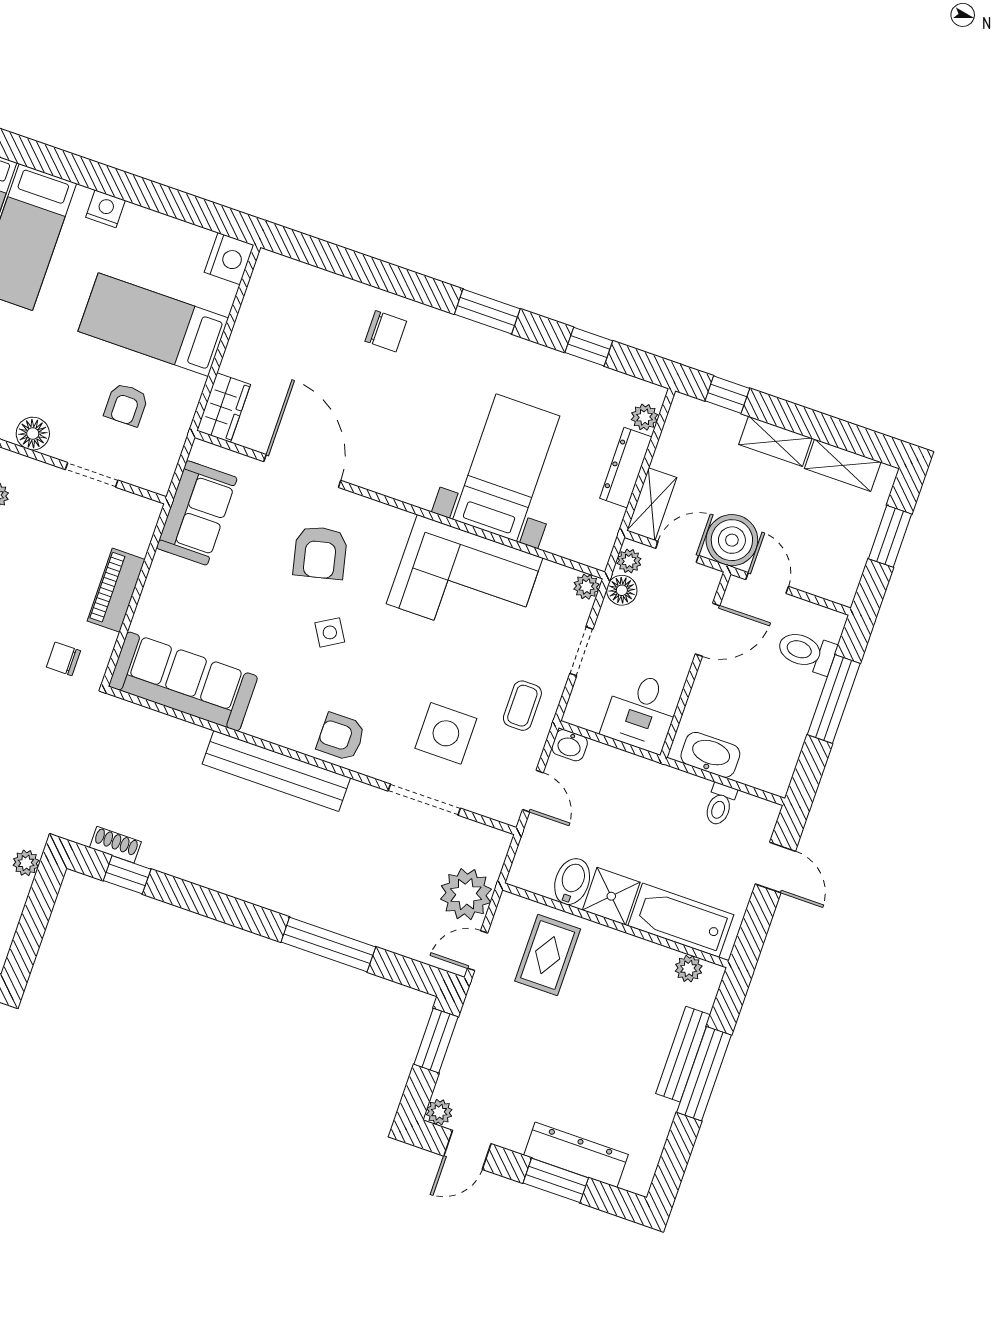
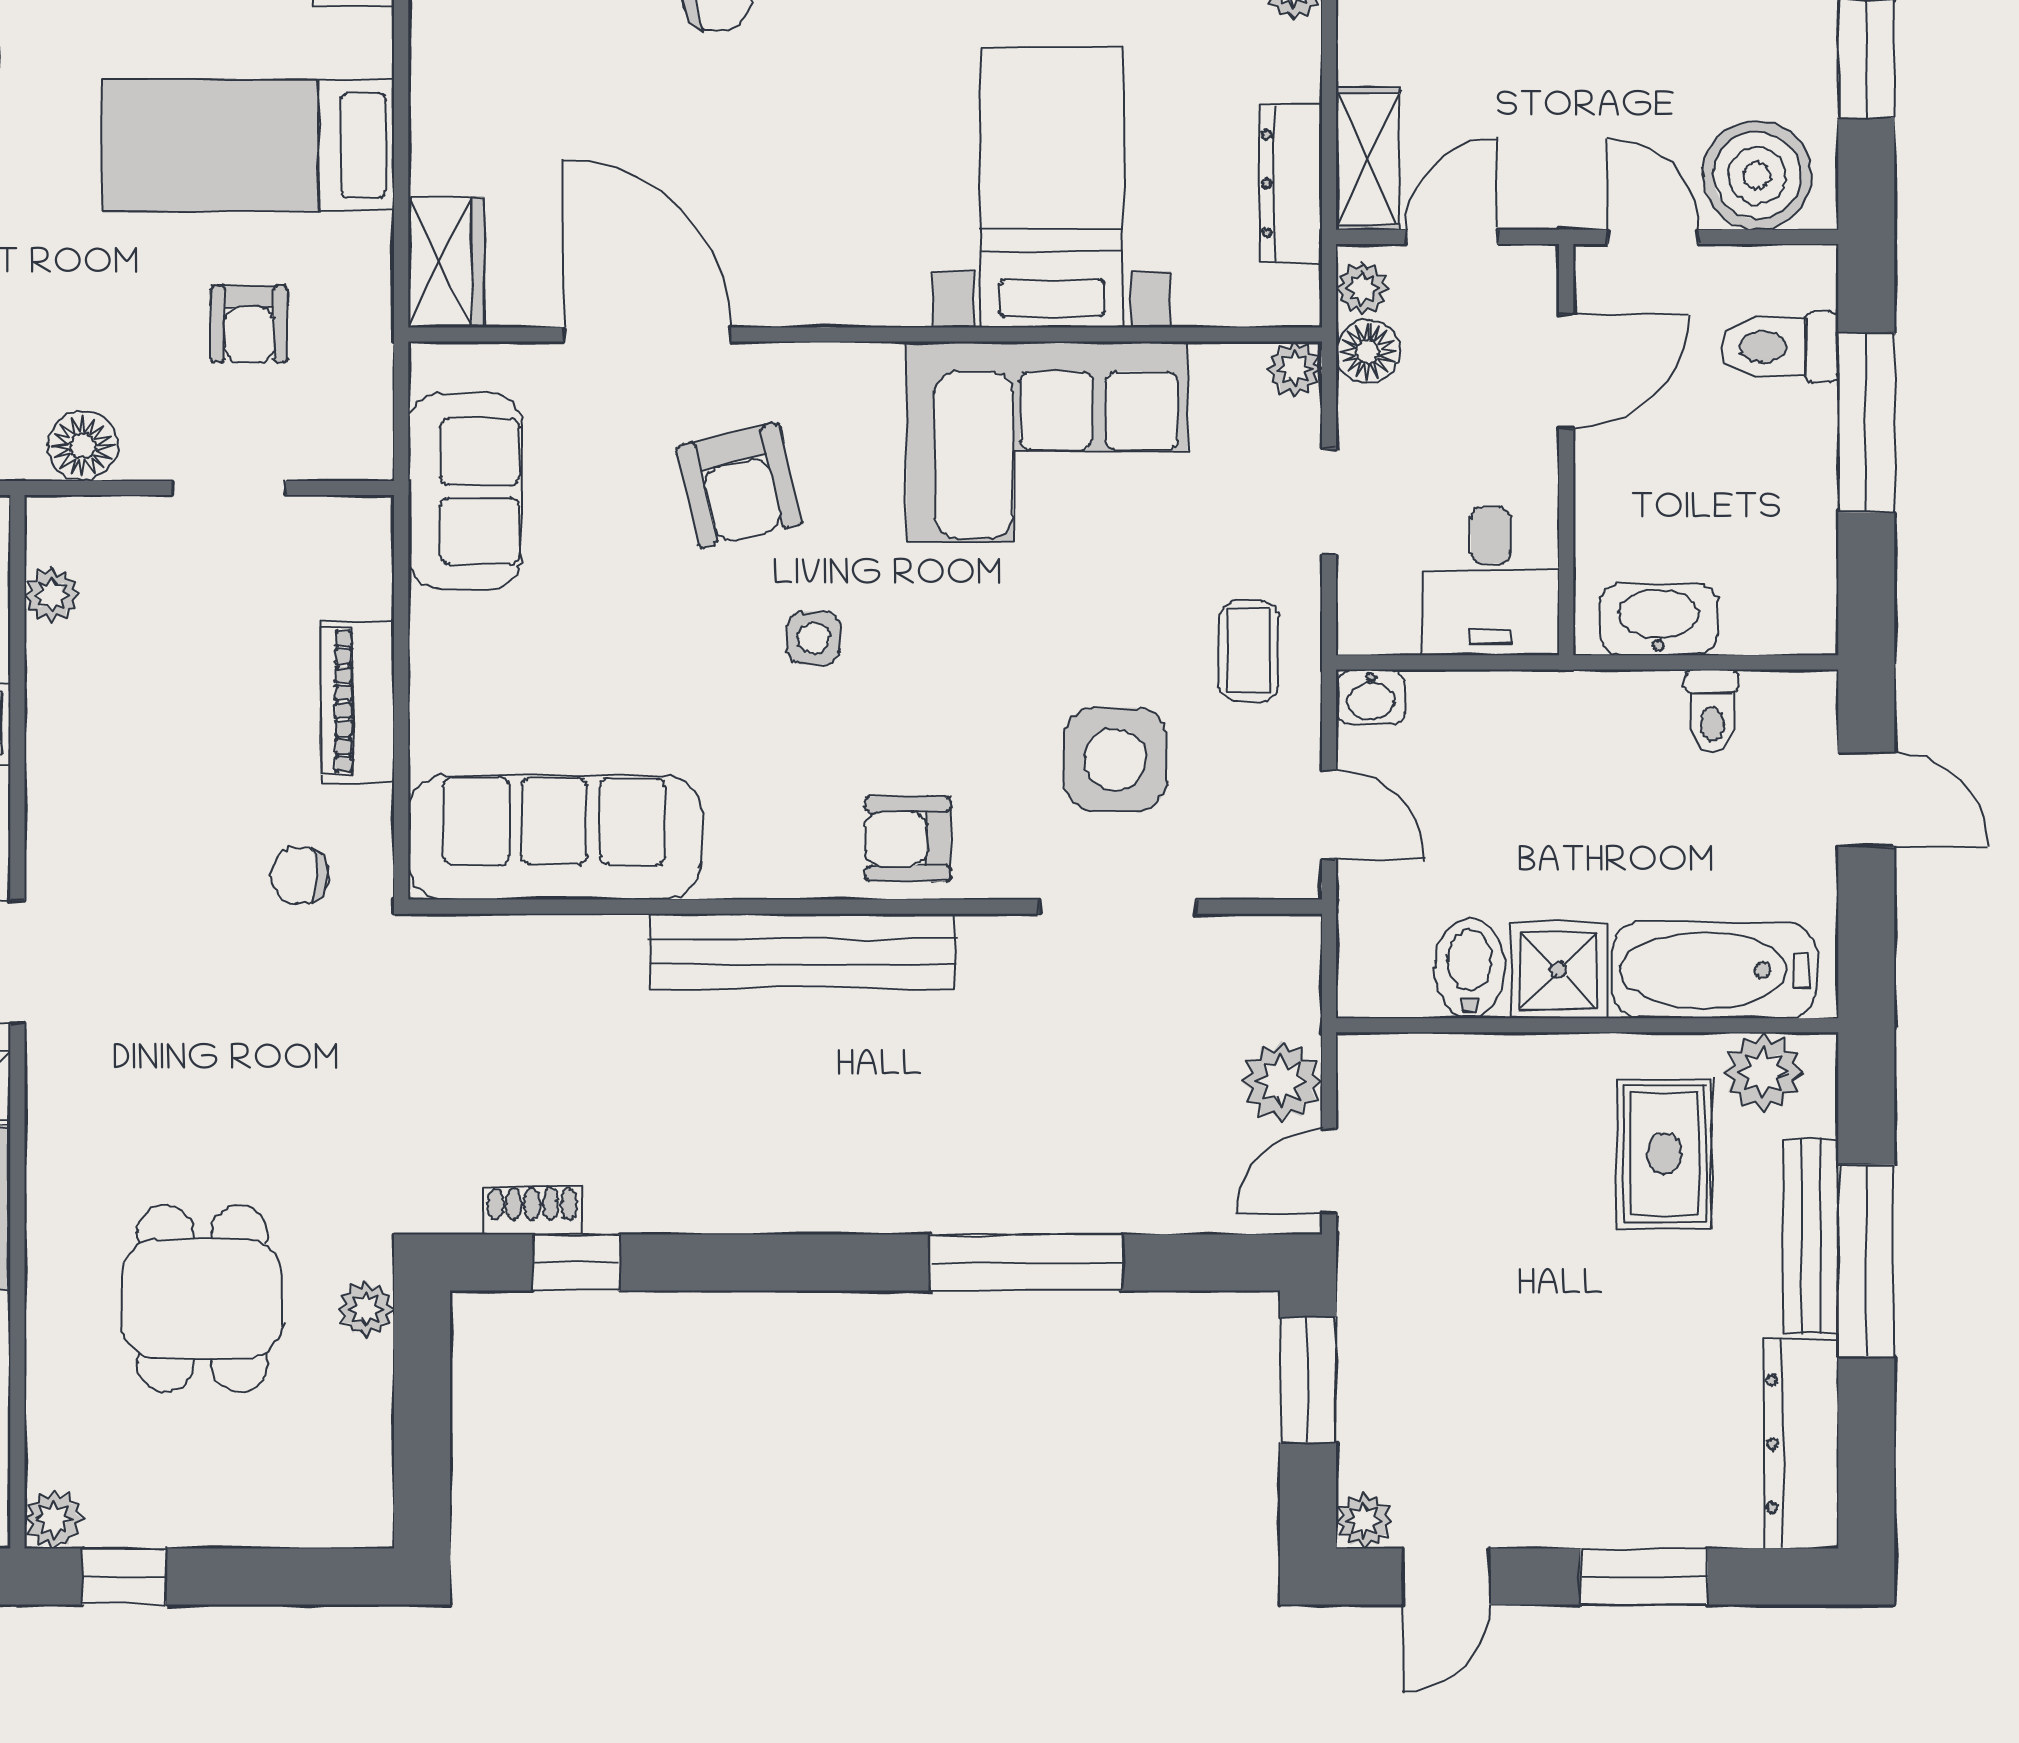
dresser: (626, 468) -> (1291, 184), moved
boiler: (732, 540) -> (1757, 175), moved
side table: (330, 632) -> (814, 638), turned 31
plant: (466, 894) -> (1281, 1081), width x0.73, depth x0.73
rug: (548, 955) -> (1664, 1153), moved
plant: (689, 969) -> (1763, 1072), width x1.38, depth x1.38
dresser: (576, 1155) -> (1801, 1444), moved, turned -90

